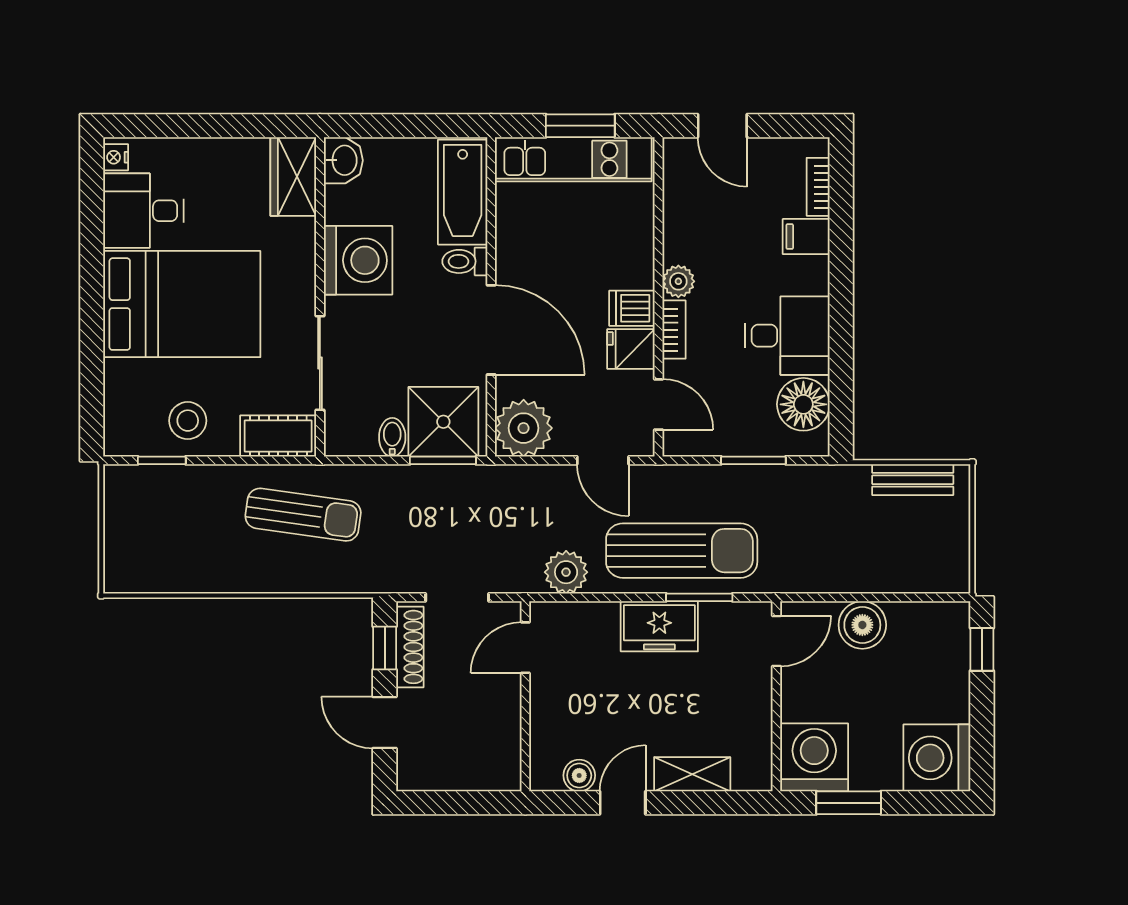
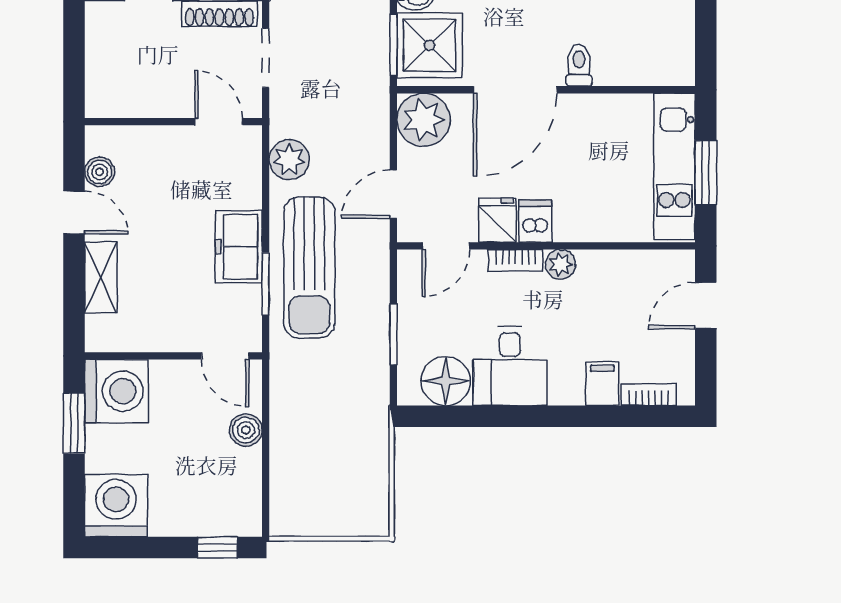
bathtub: (463, 192) -> (644, 63), removed
bench: (913, 480) -> (375, 483), removed
boiler: (862, 625) -> (246, 430), width x0.73, depth x0.73

